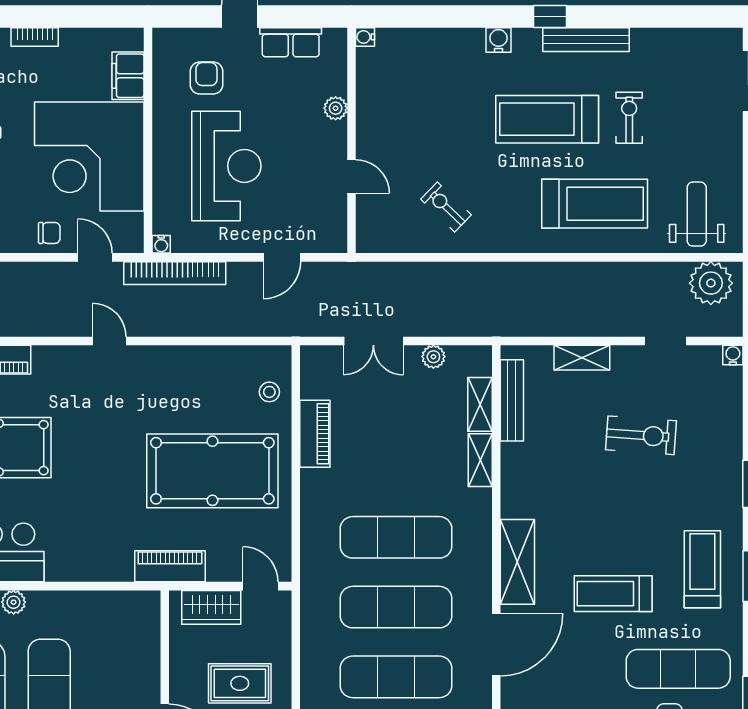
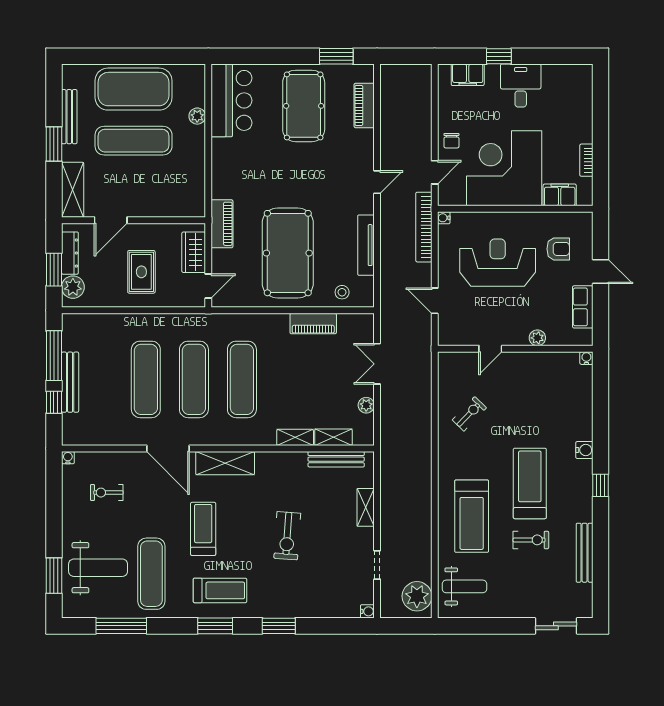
bookcase: (35, 37) -> (586, 160), moved
bench: (586, 40) -> (585, 553), moved
reception desk: (226, 166) -> (498, 263), turned 180
tv unit: (201, 357) -> (366, 245), added
exercise bike: (641, 435) -> (287, 536), moved

